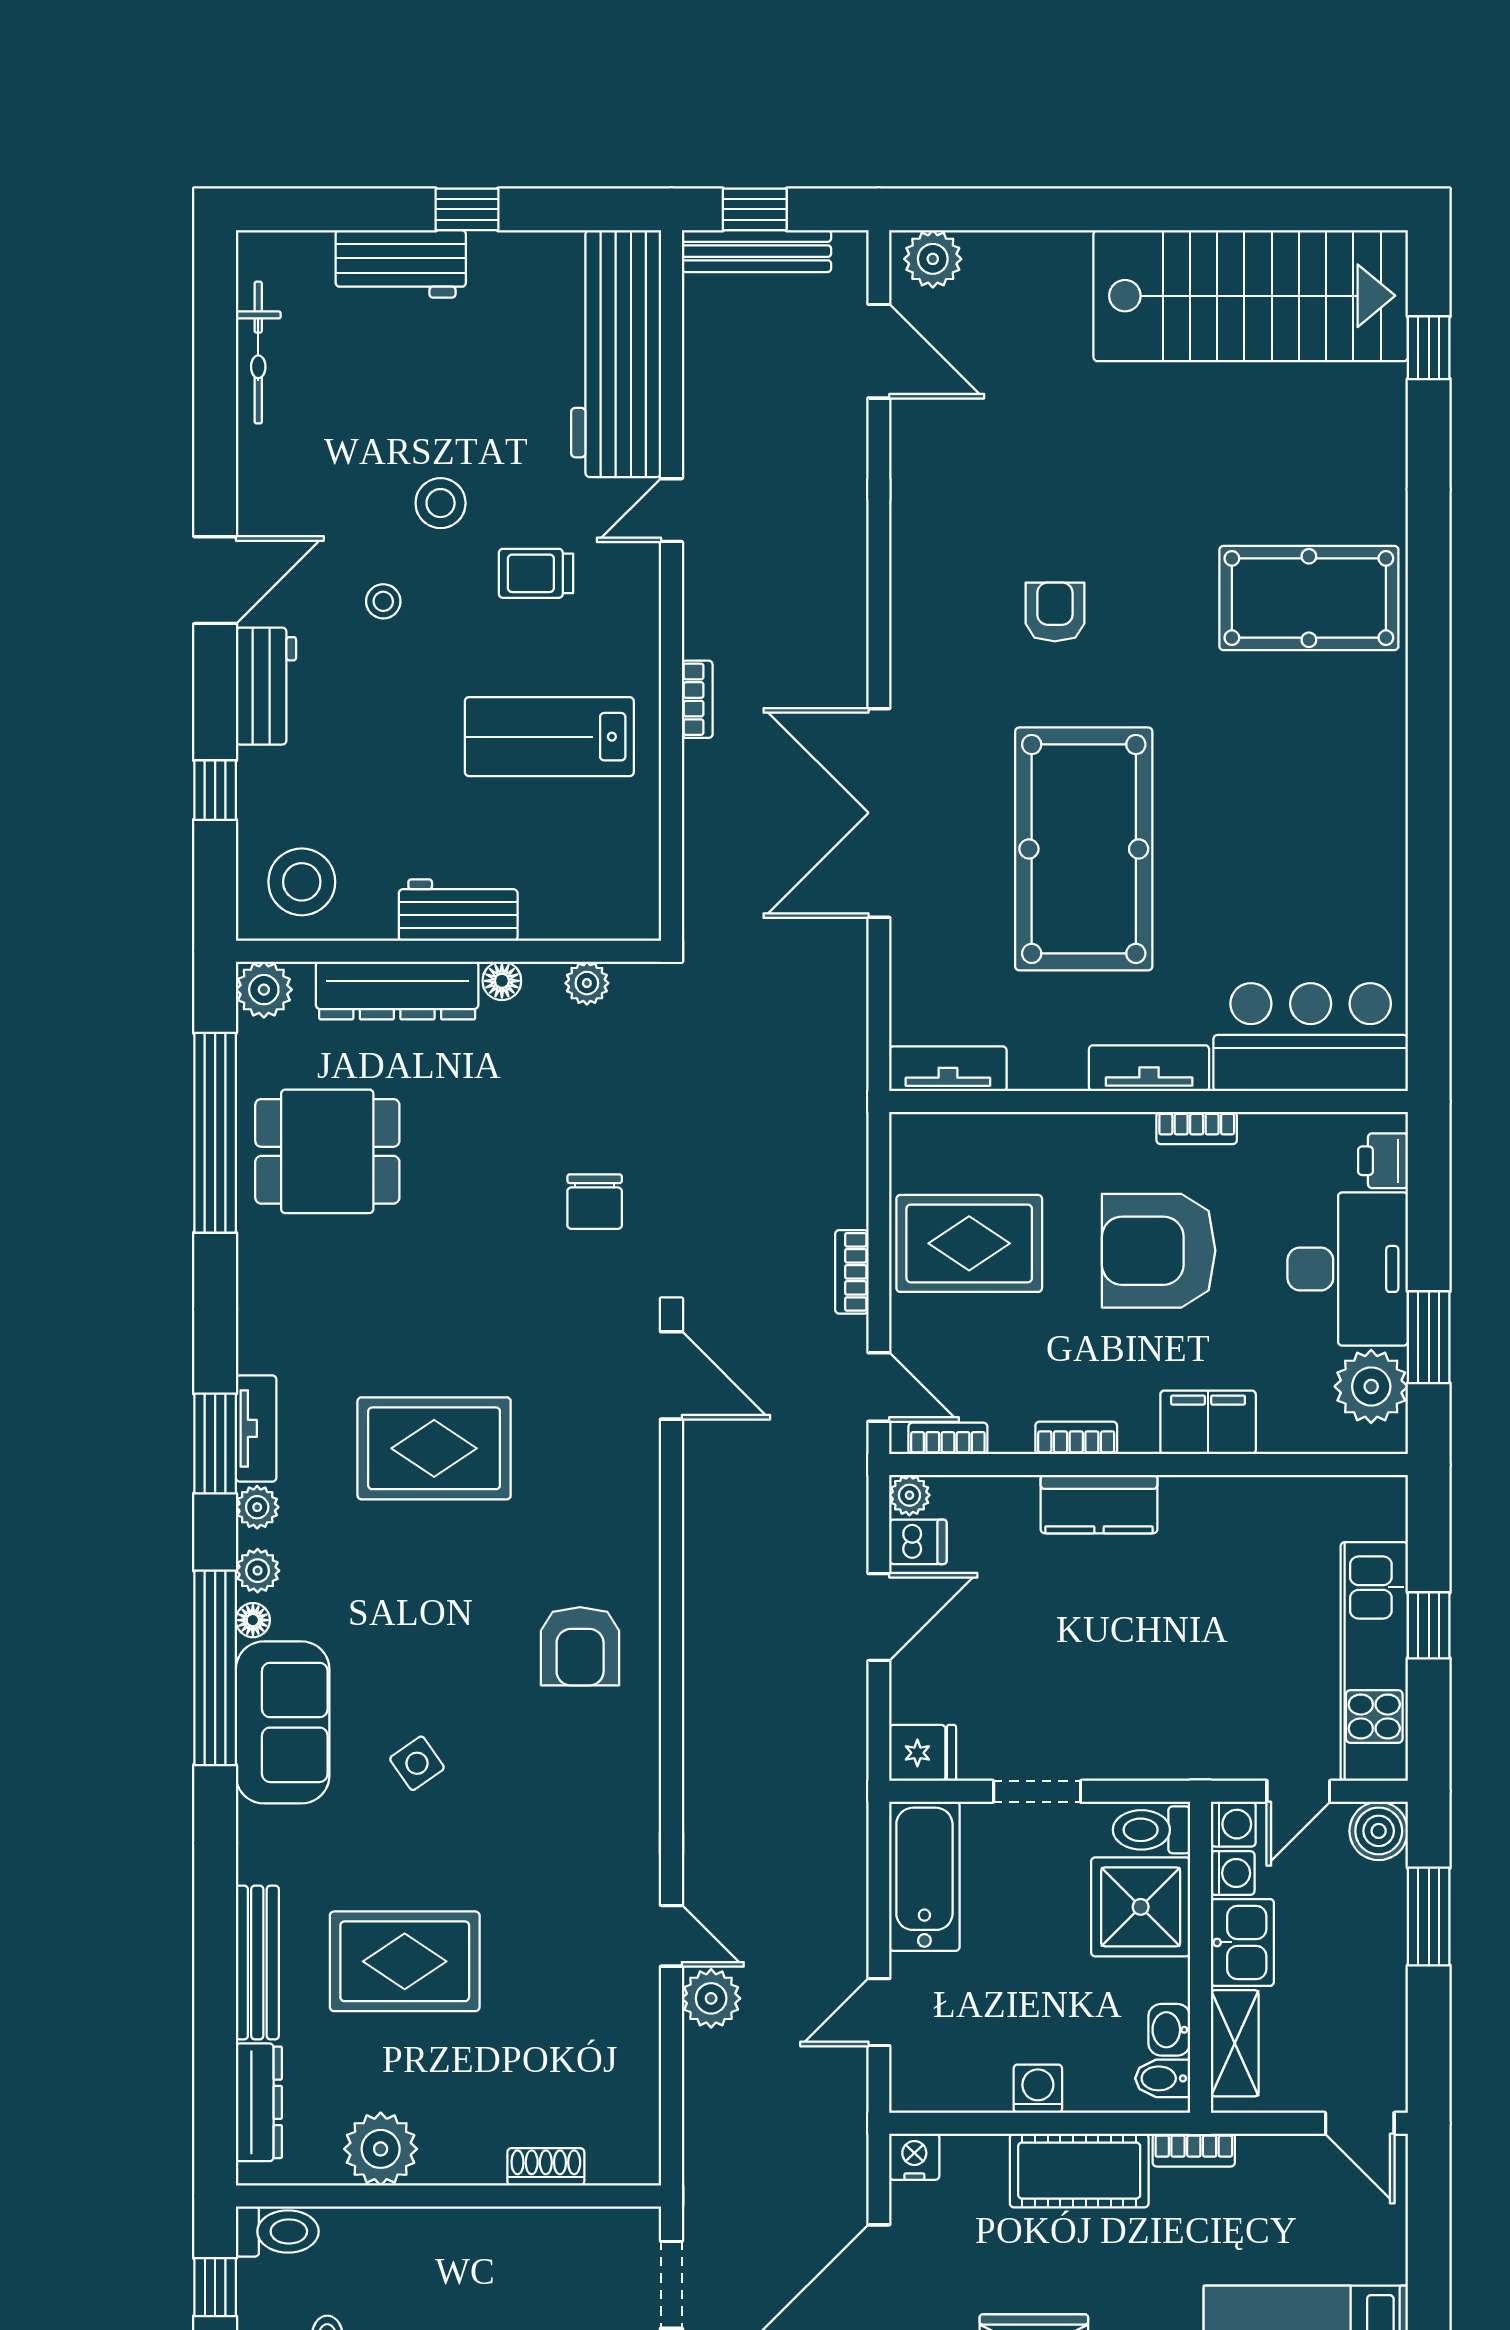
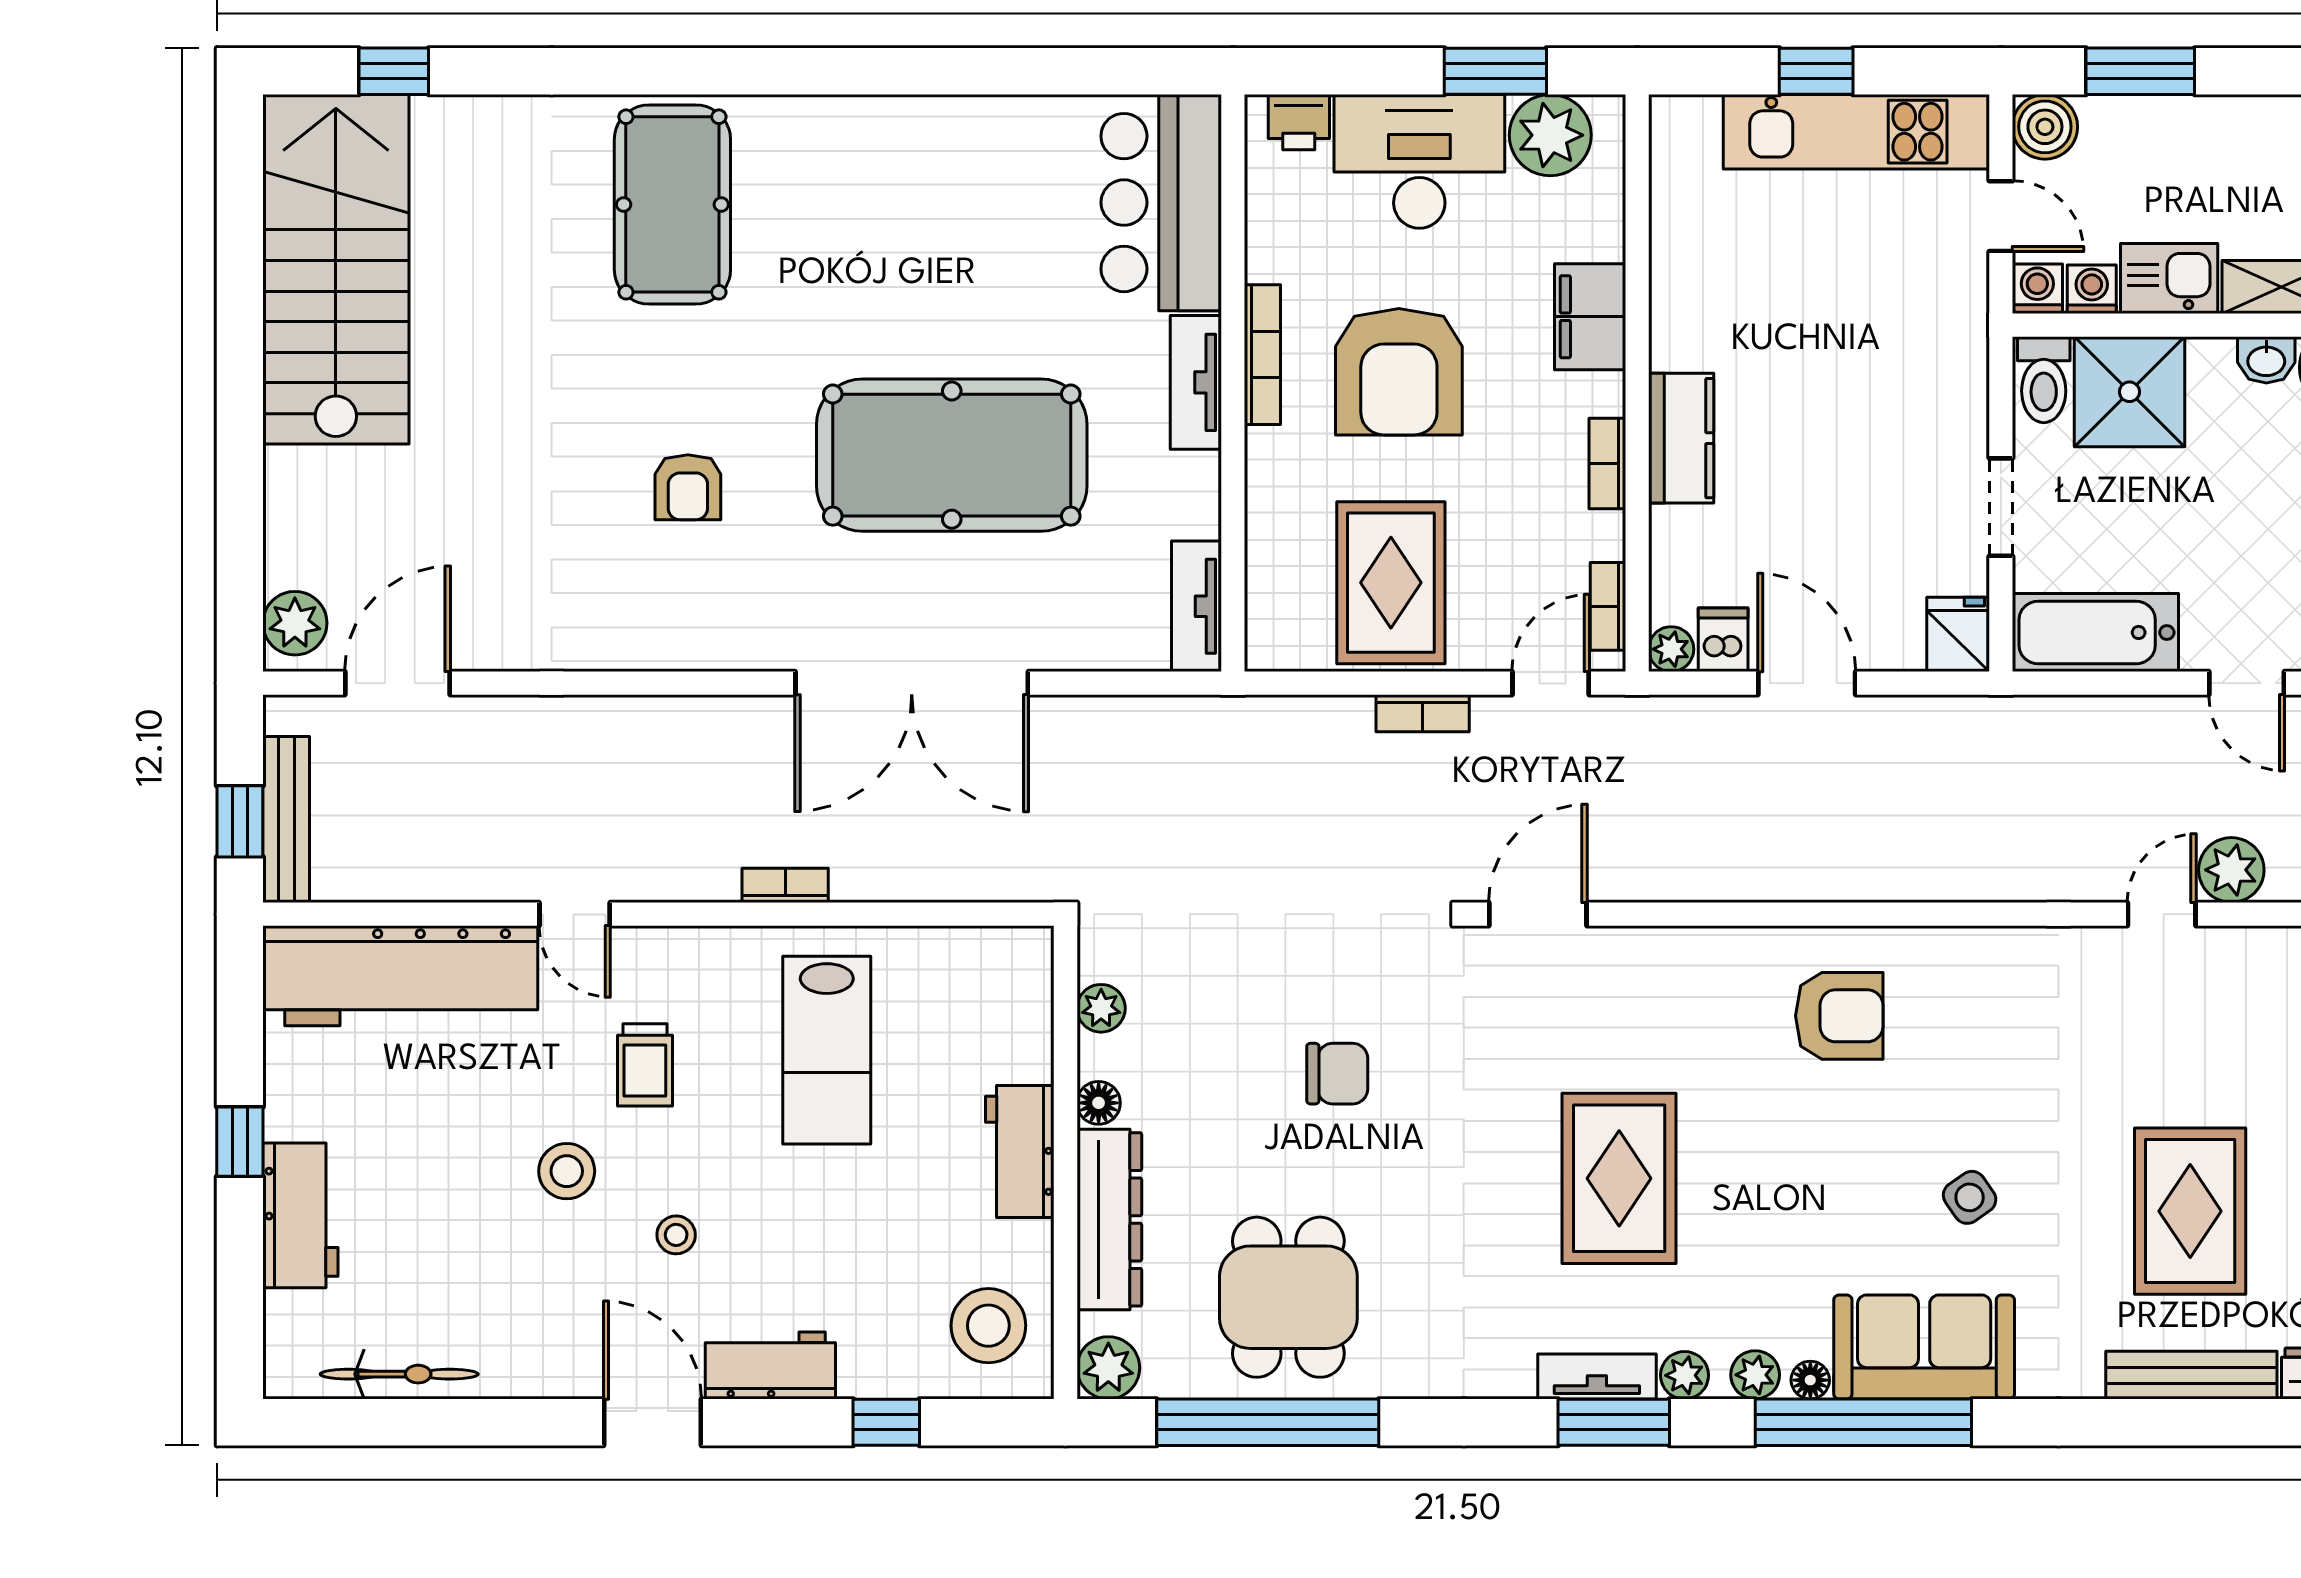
armchair: (1055, 612) -> (688, 487), turned -90
bookcase: (1197, 1128) -> (1262, 355), width x1.56
chair: (595, 1202) -> (1337, 1074), moved

